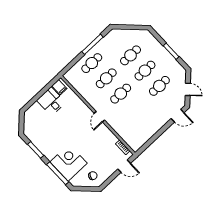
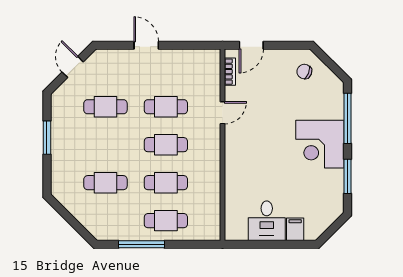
cafe table: (145, 71) -> (166, 107), moved
filing cabinet: (59, 87) -> (295, 229), moved
door: (178, 116) -> (146, 45), moved
door: (99, 117) -> (223, 113), moved
corner desk: (69, 163) -> (320, 144), moved
door: (124, 166) -> (251, 45), swing flipped

